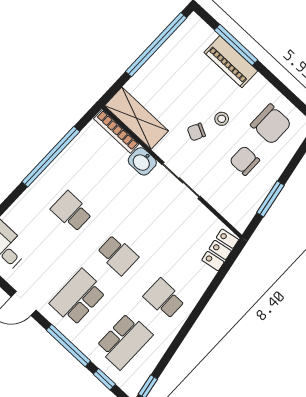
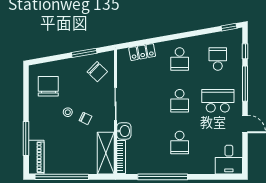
piano: (231, 62) -> (36, 157), moved
chair: (245, 161) -> (97, 72), moved, turned -46
locker: (220, 250) -> (142, 52), moved
school desk: (118, 255) -> (180, 101), turned 180
school desk: (78, 297) -> (218, 101), turned 180
school desk: (124, 341) -> (218, 59), width x0.54

